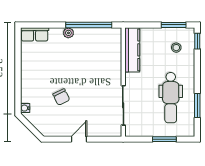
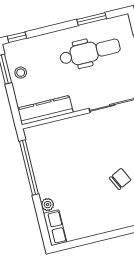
plant: (68, 33) -> (48, 205), moved
stool: (176, 48) -> (21, 73), moved

